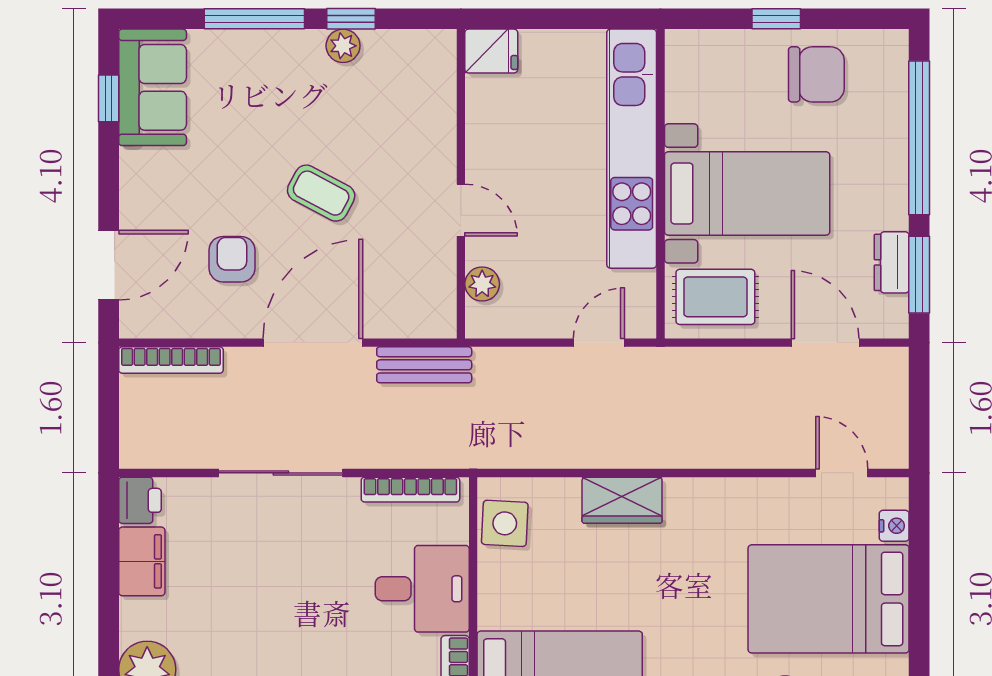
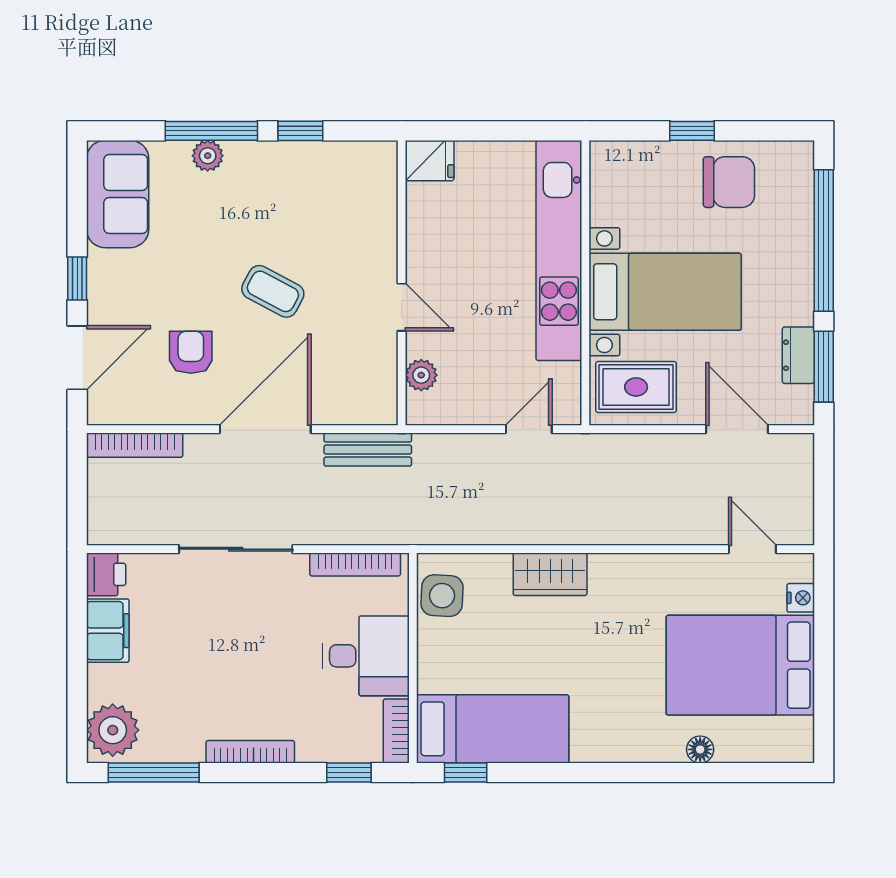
plant: (343, 46) -> (208, 156), moved
window: (109, 98) -> (77, 279), moved

